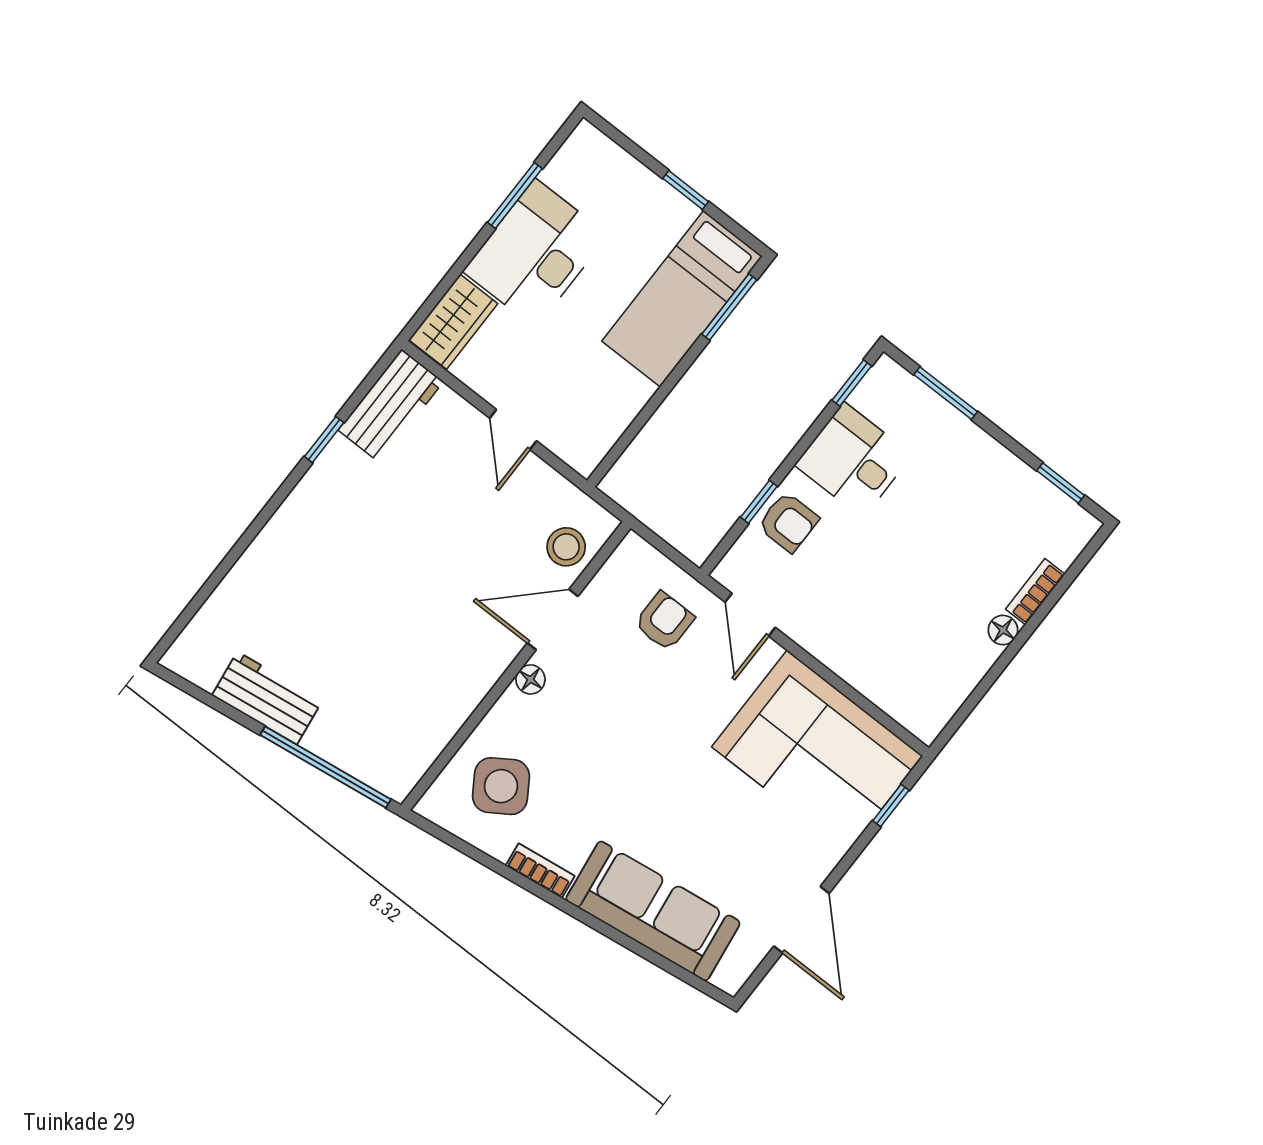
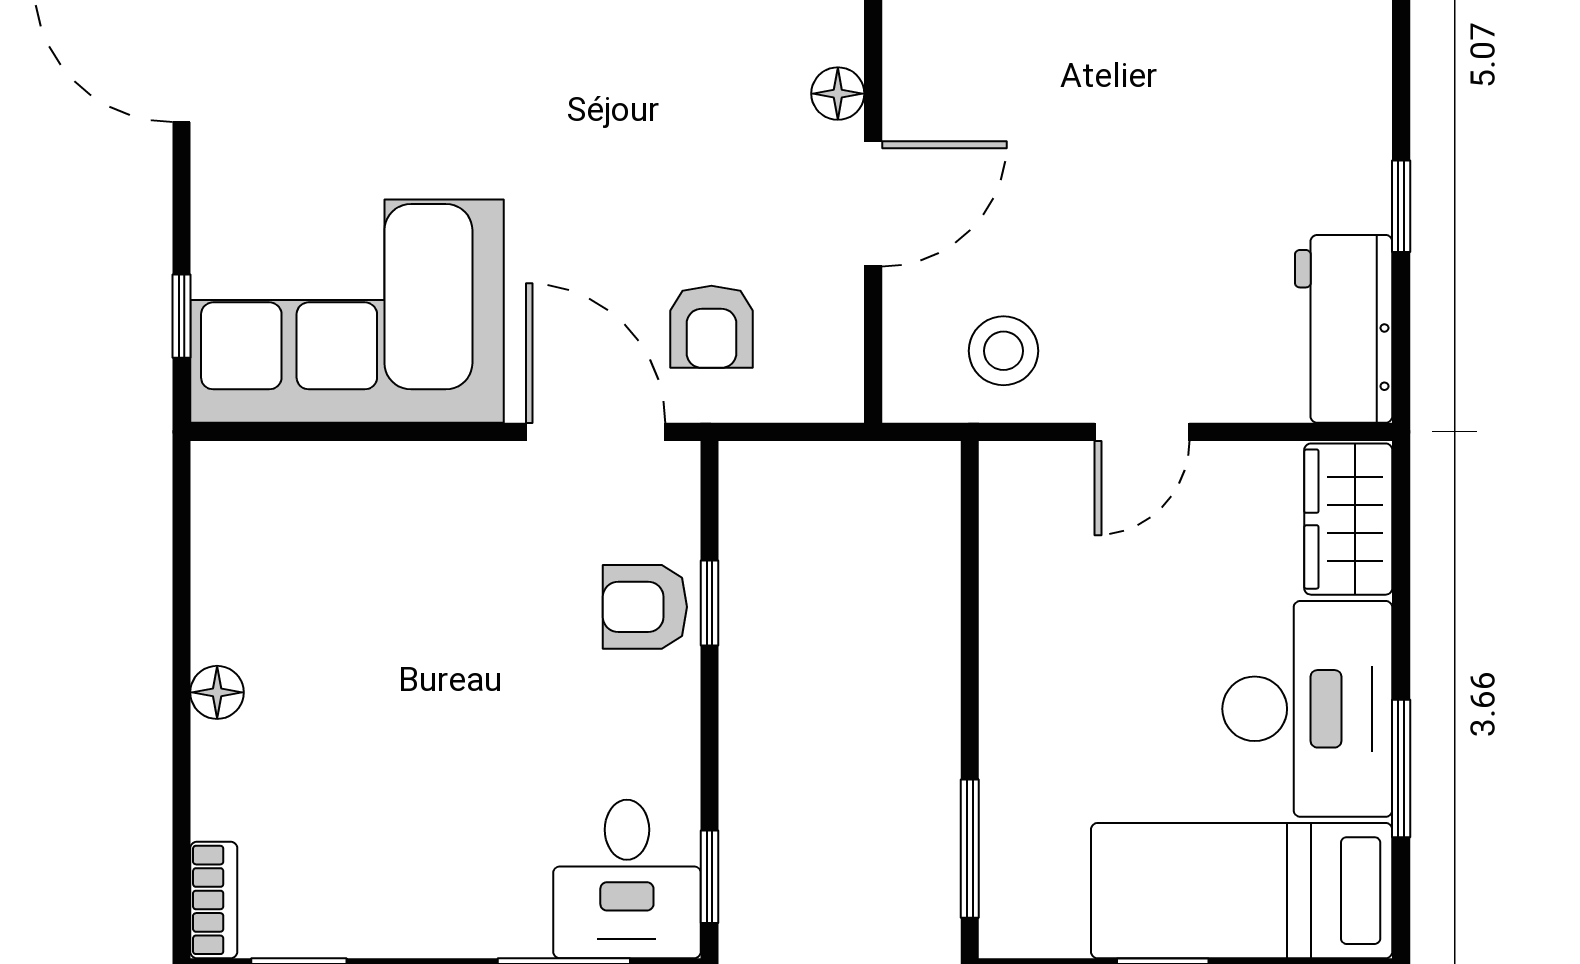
bed: (682, 299) -> (1242, 891), moved, turned -90
door: (513, 430) -> (1142, 432), swing flipped
desk: (853, 460) -> (627, 879), moved, turned 90
stool: (566, 547) -> (1003, 351), moved
bookcase: (1035, 592) -> (214, 900), moved
door: (750, 615) -> (596, 432), width x1.38

